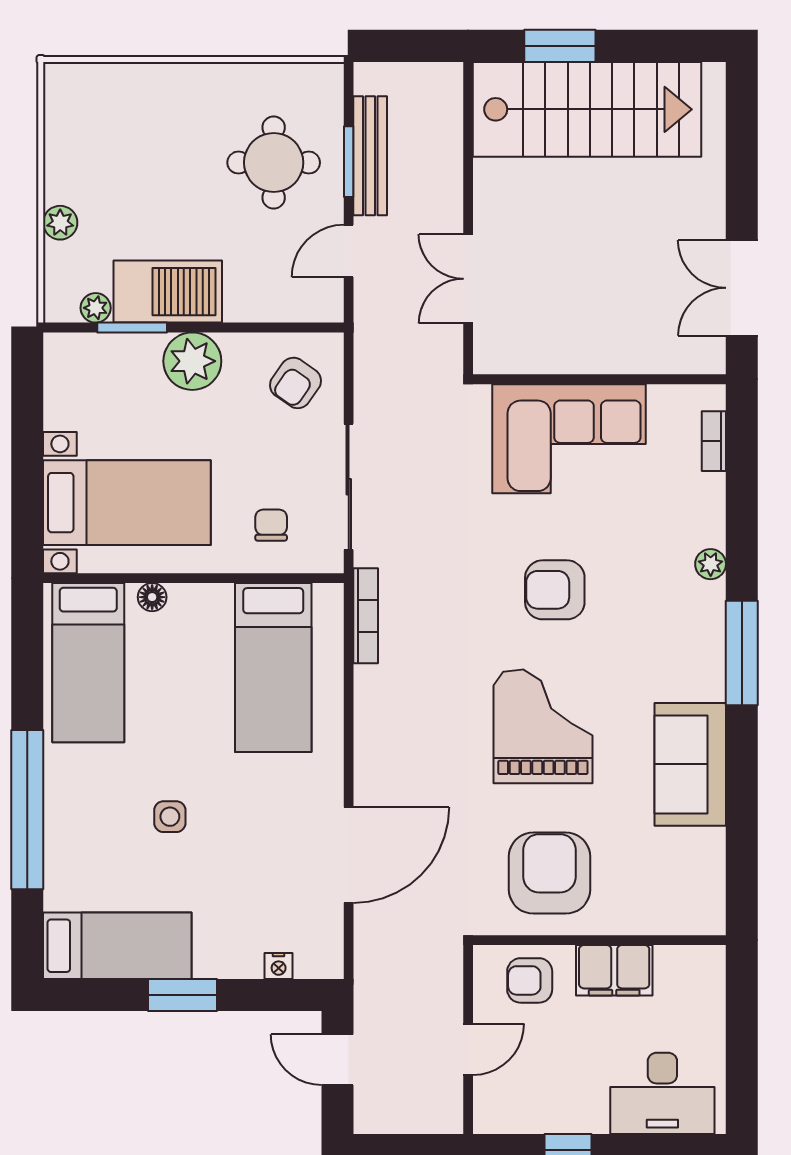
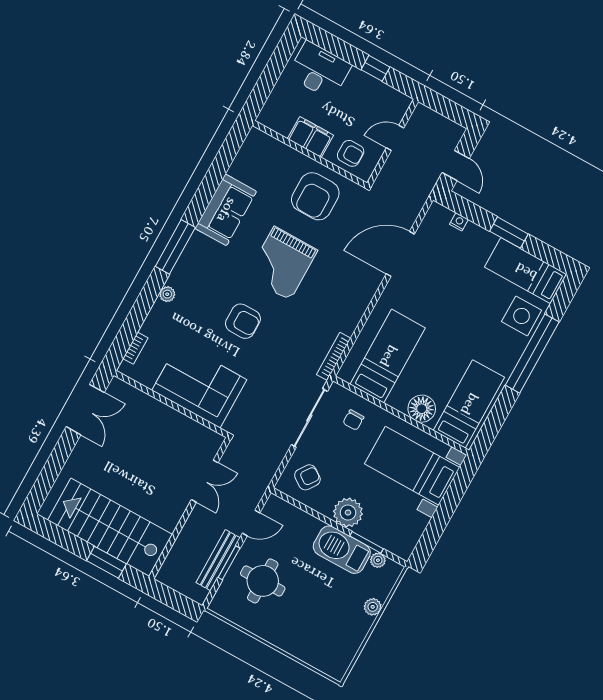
floor lamp: (152, 597) -> (422, 409), width x1.89, depth x1.89
side table: (170, 817) -> (522, 316), moved, width x1.87, depth x1.87

